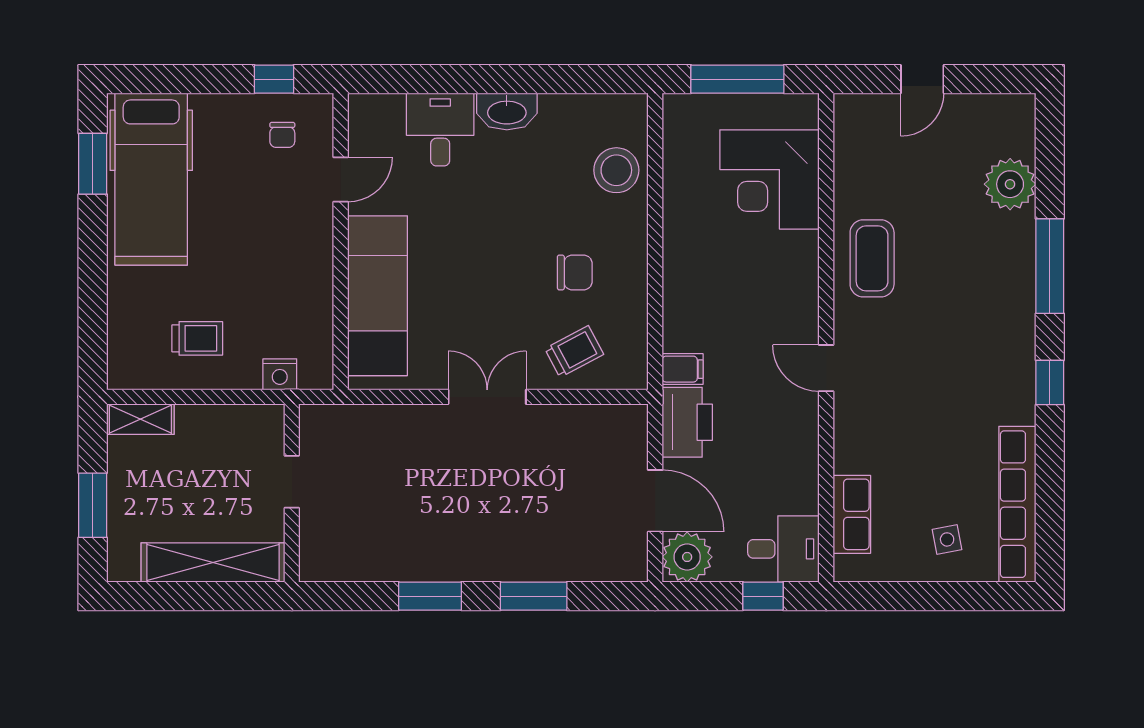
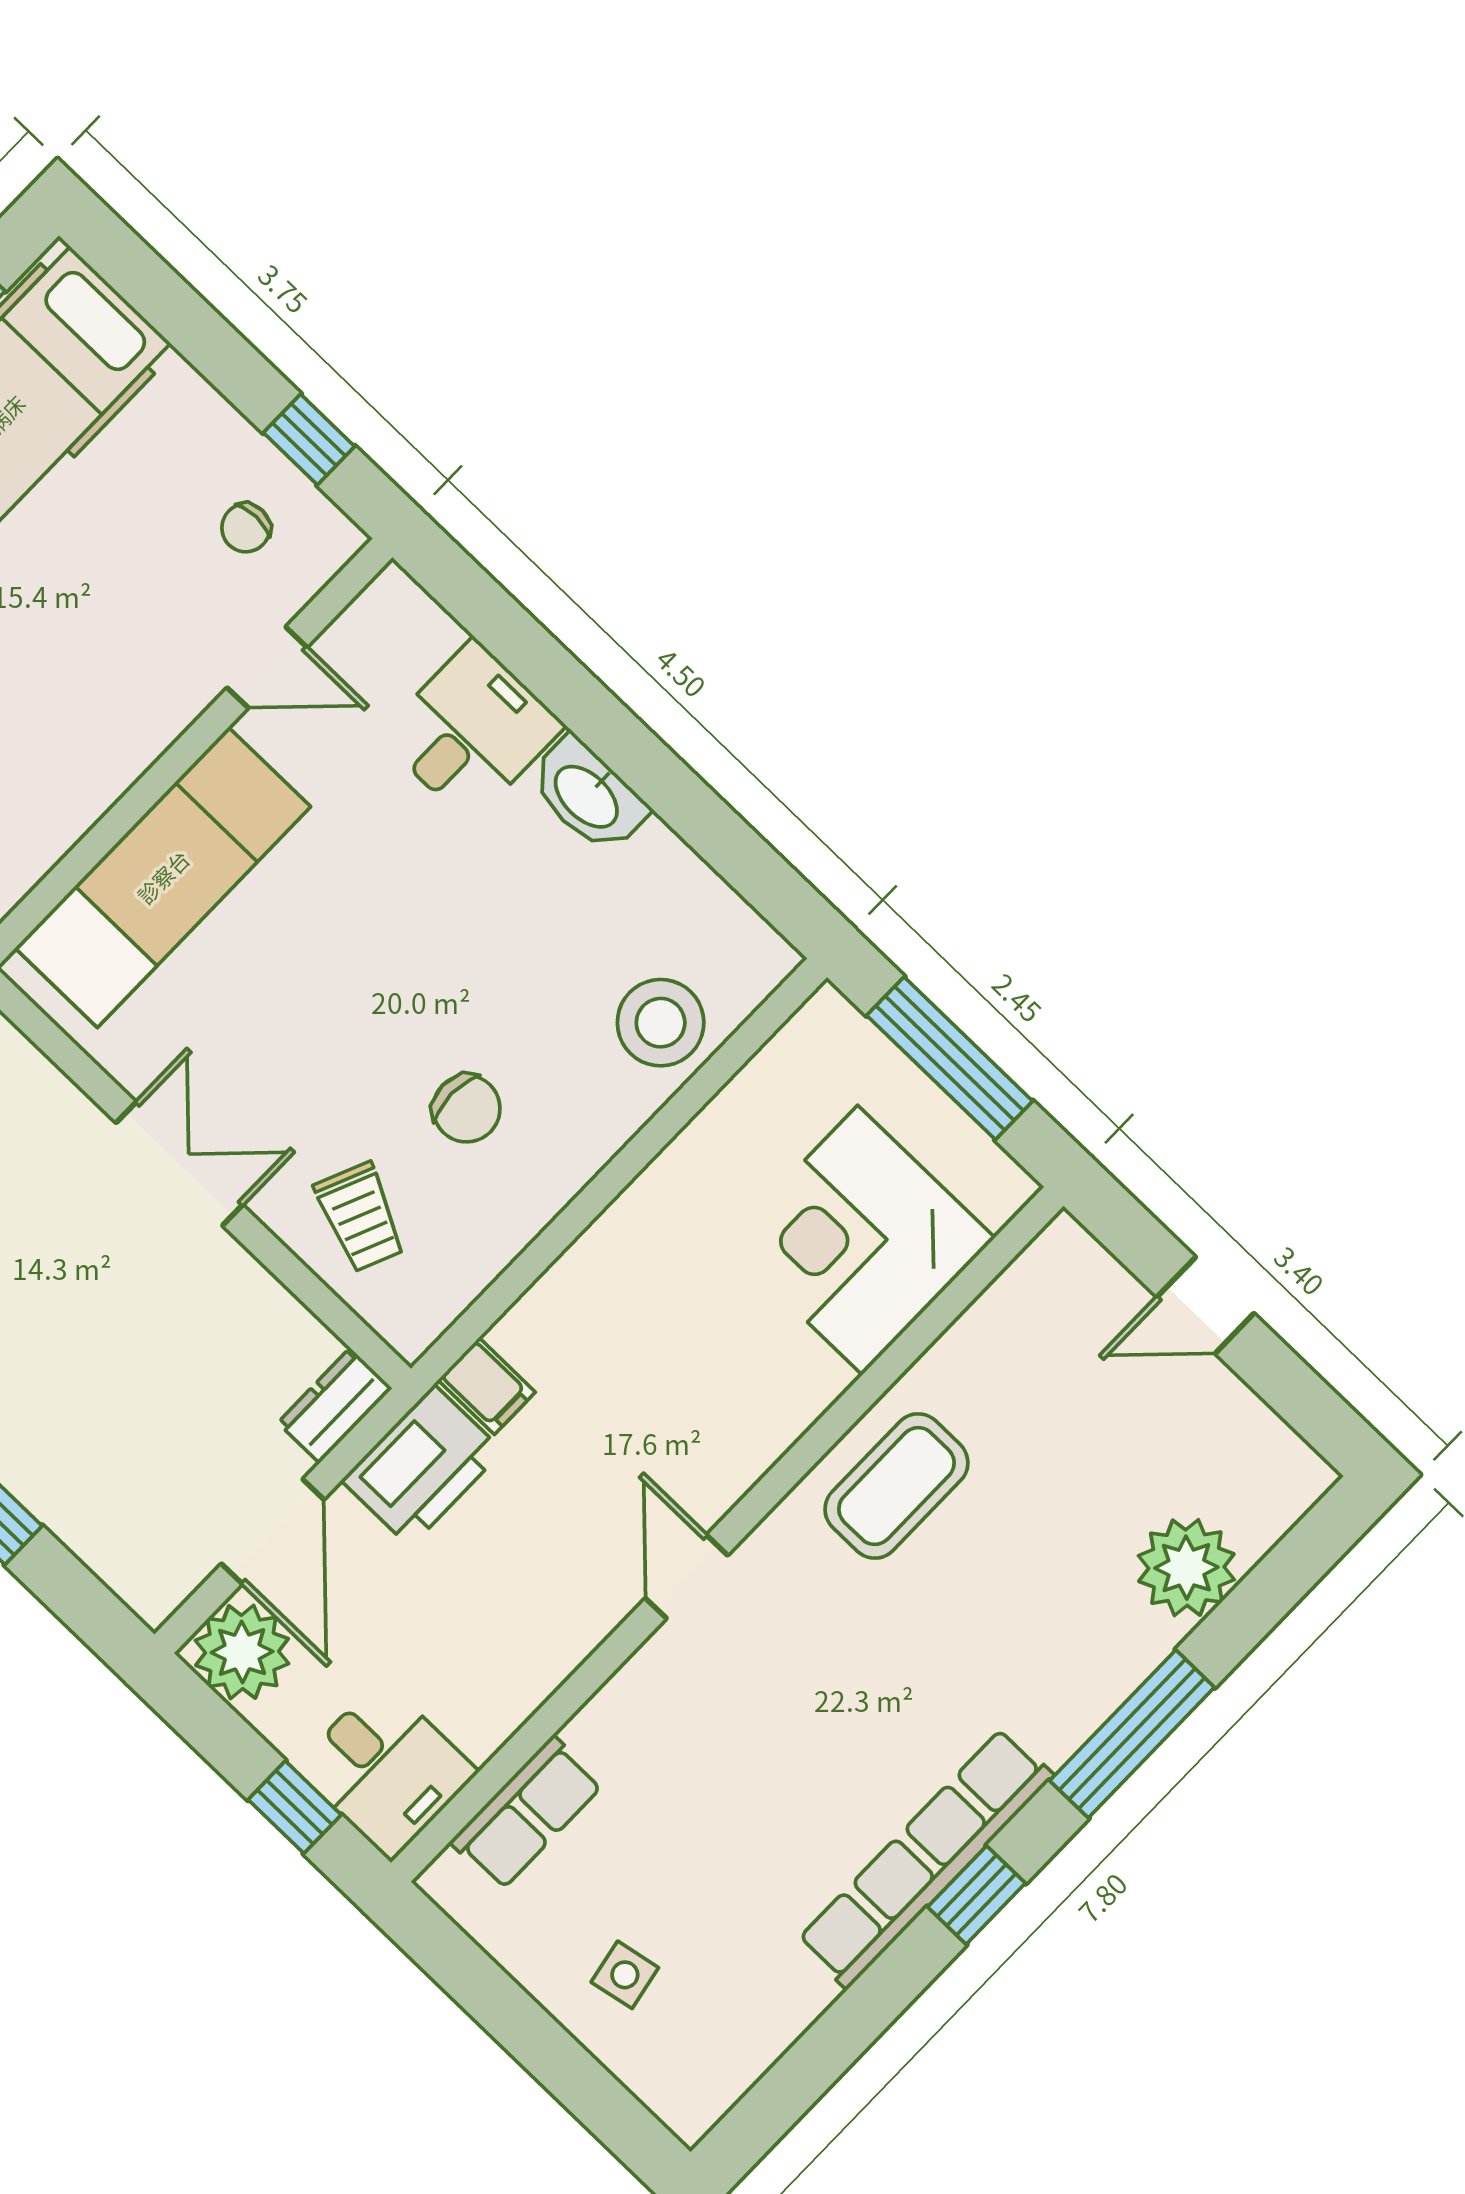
trolley: (574, 352) -> (360, 1217), turned 51
dresser: (633, 431) -> (335, 1406), added
row of seats: (1017, 504) -> (925, 1858), moved

